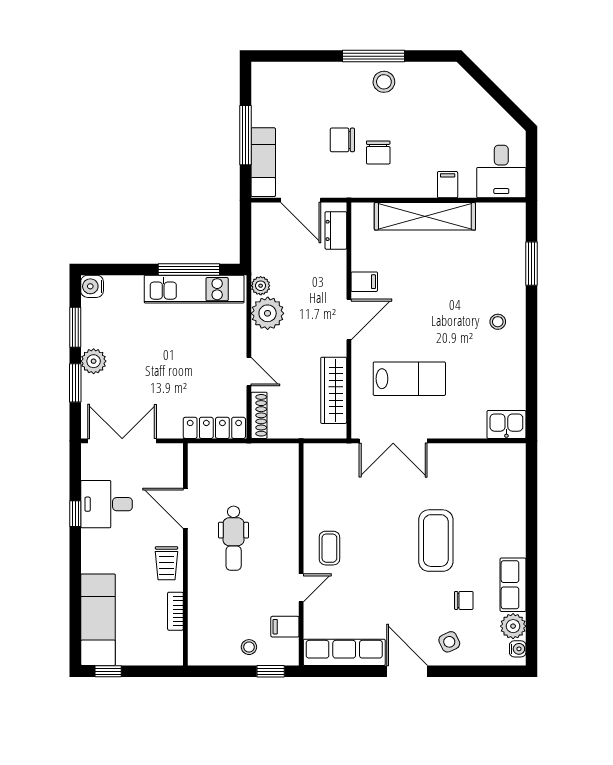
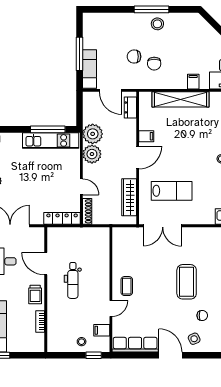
plant: (261, 286) -> (93, 134), width x1.87, depth x1.87

